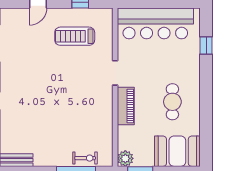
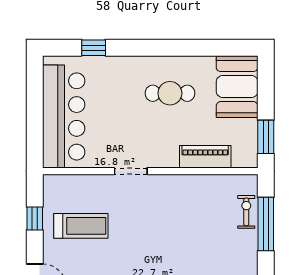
treadmill: (75, 36) -> (81, 226), turned -90
piano: (126, 106) -> (205, 157), moved
plant: (125, 158) -> (247, 157), removed

